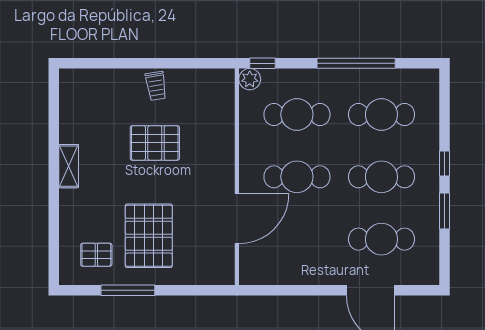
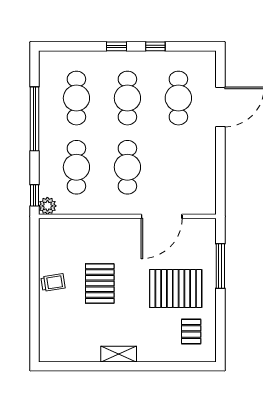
window: (445, 211) -> (155, 46), width x0.67
door: (237, 219) -> (162, 216), swing flipped
window: (128, 290) -> (220, 266), moved

